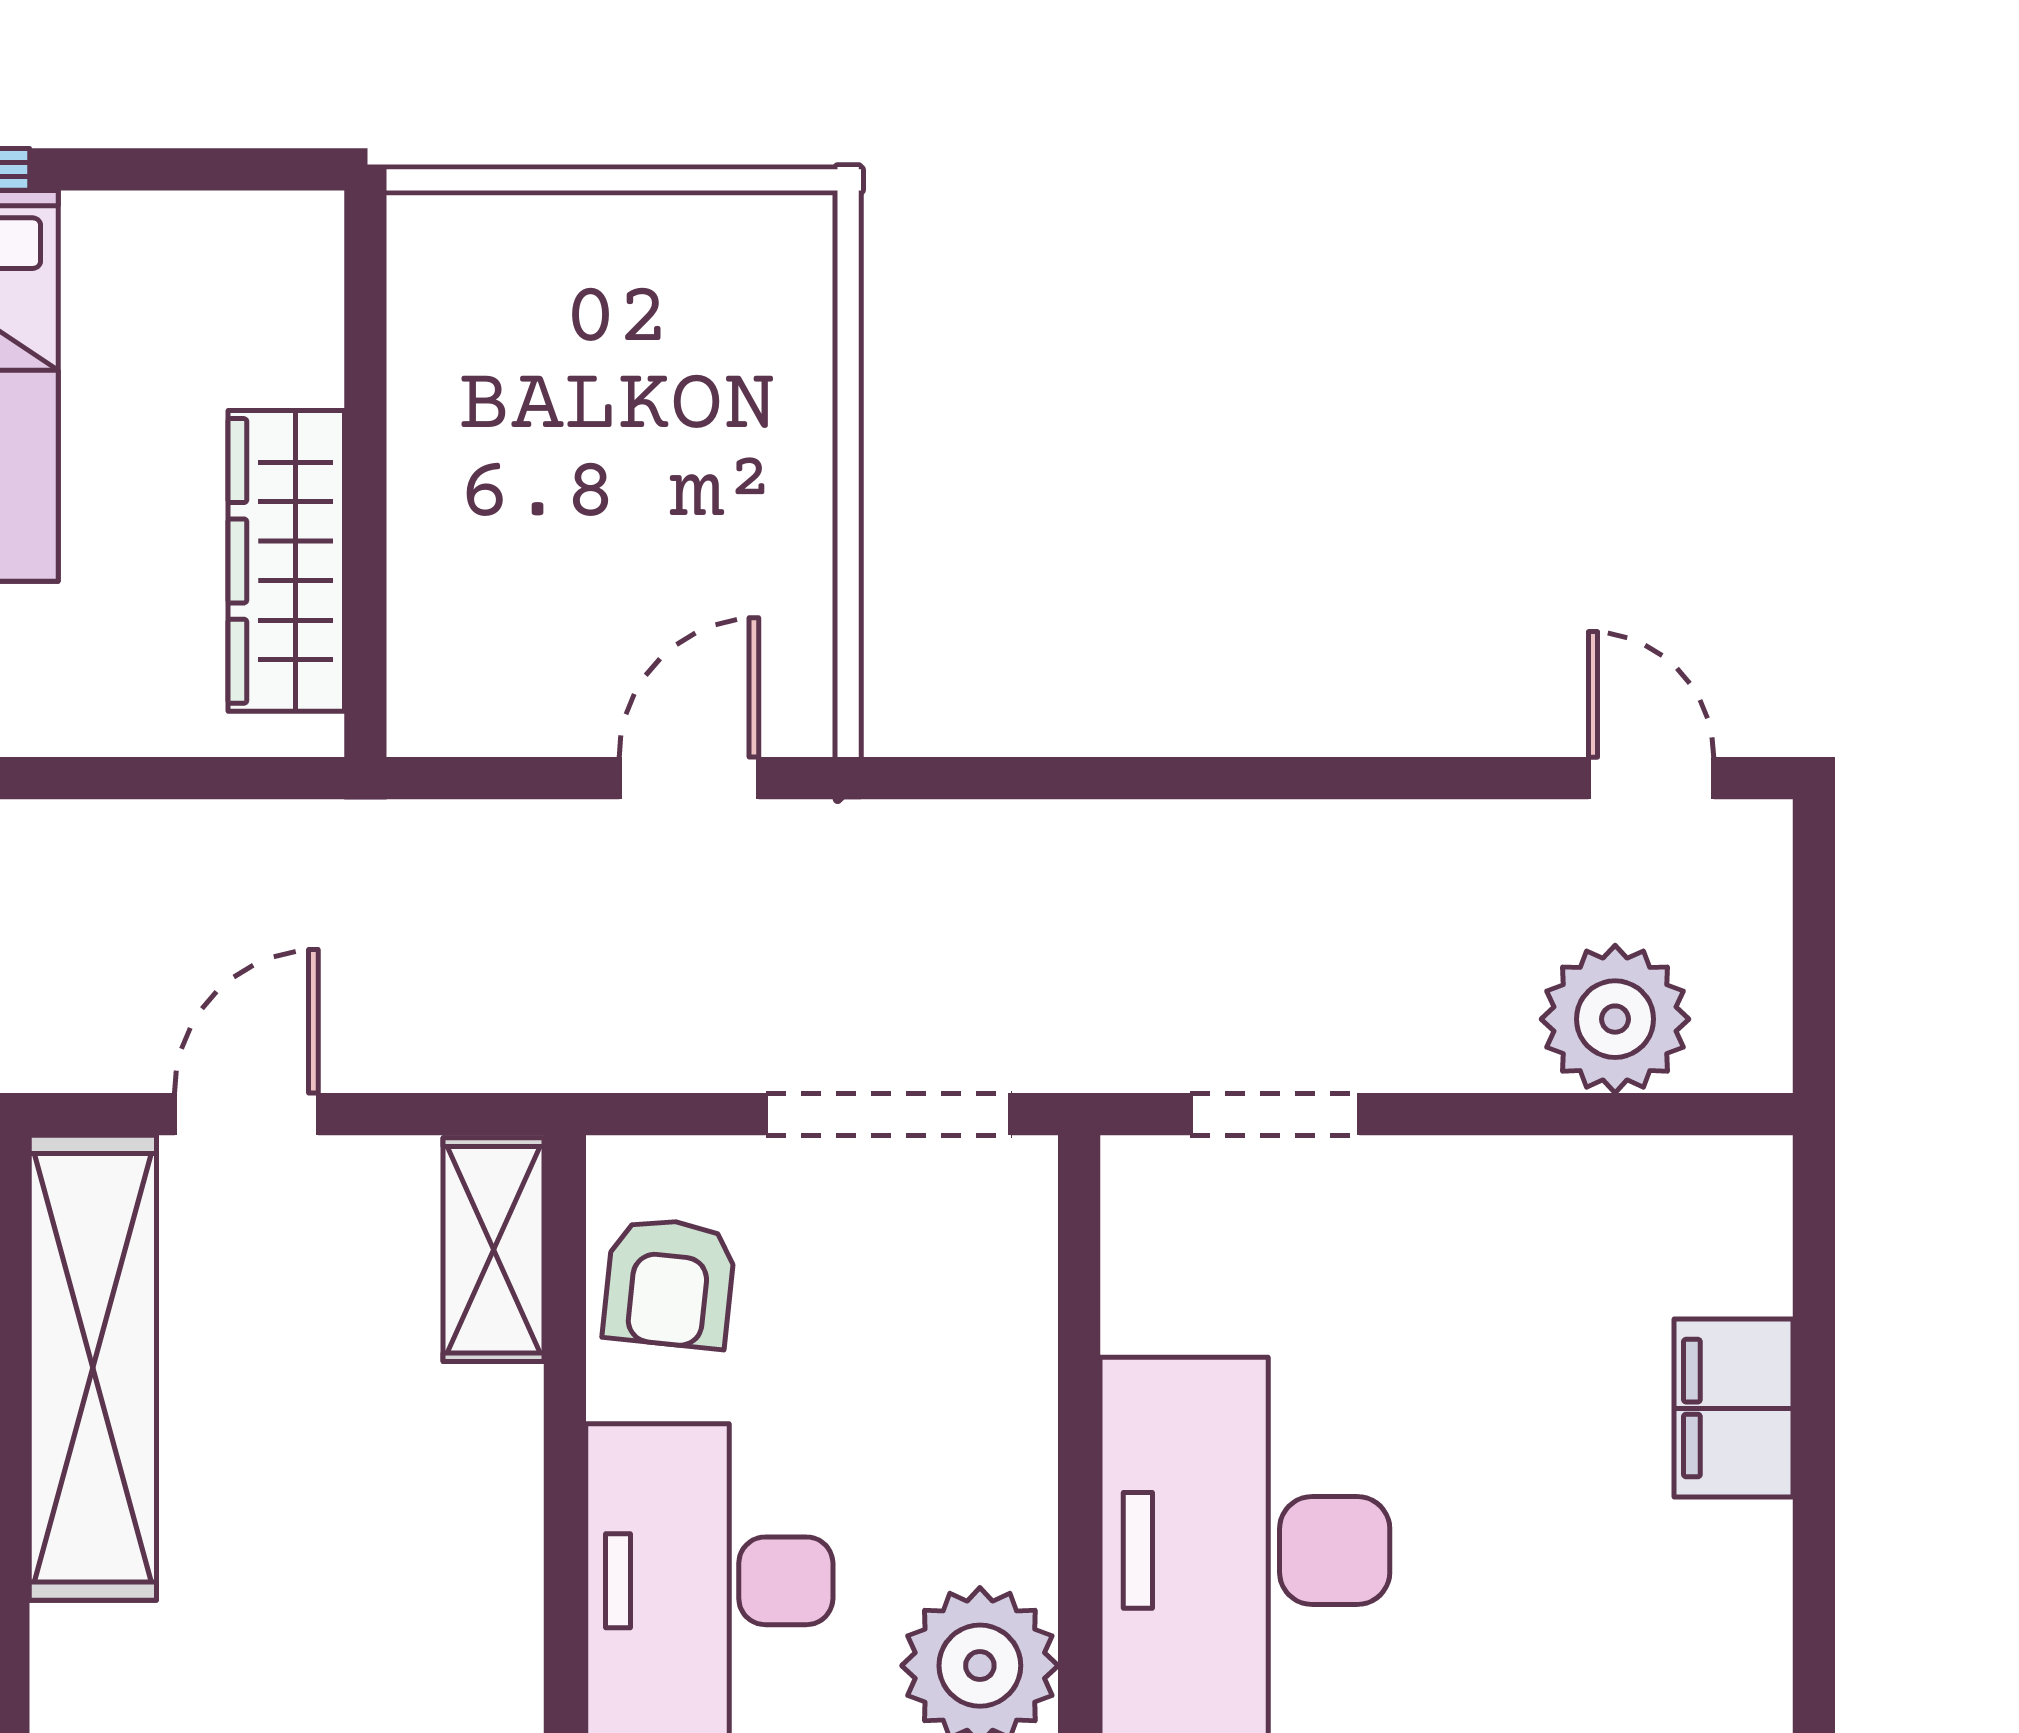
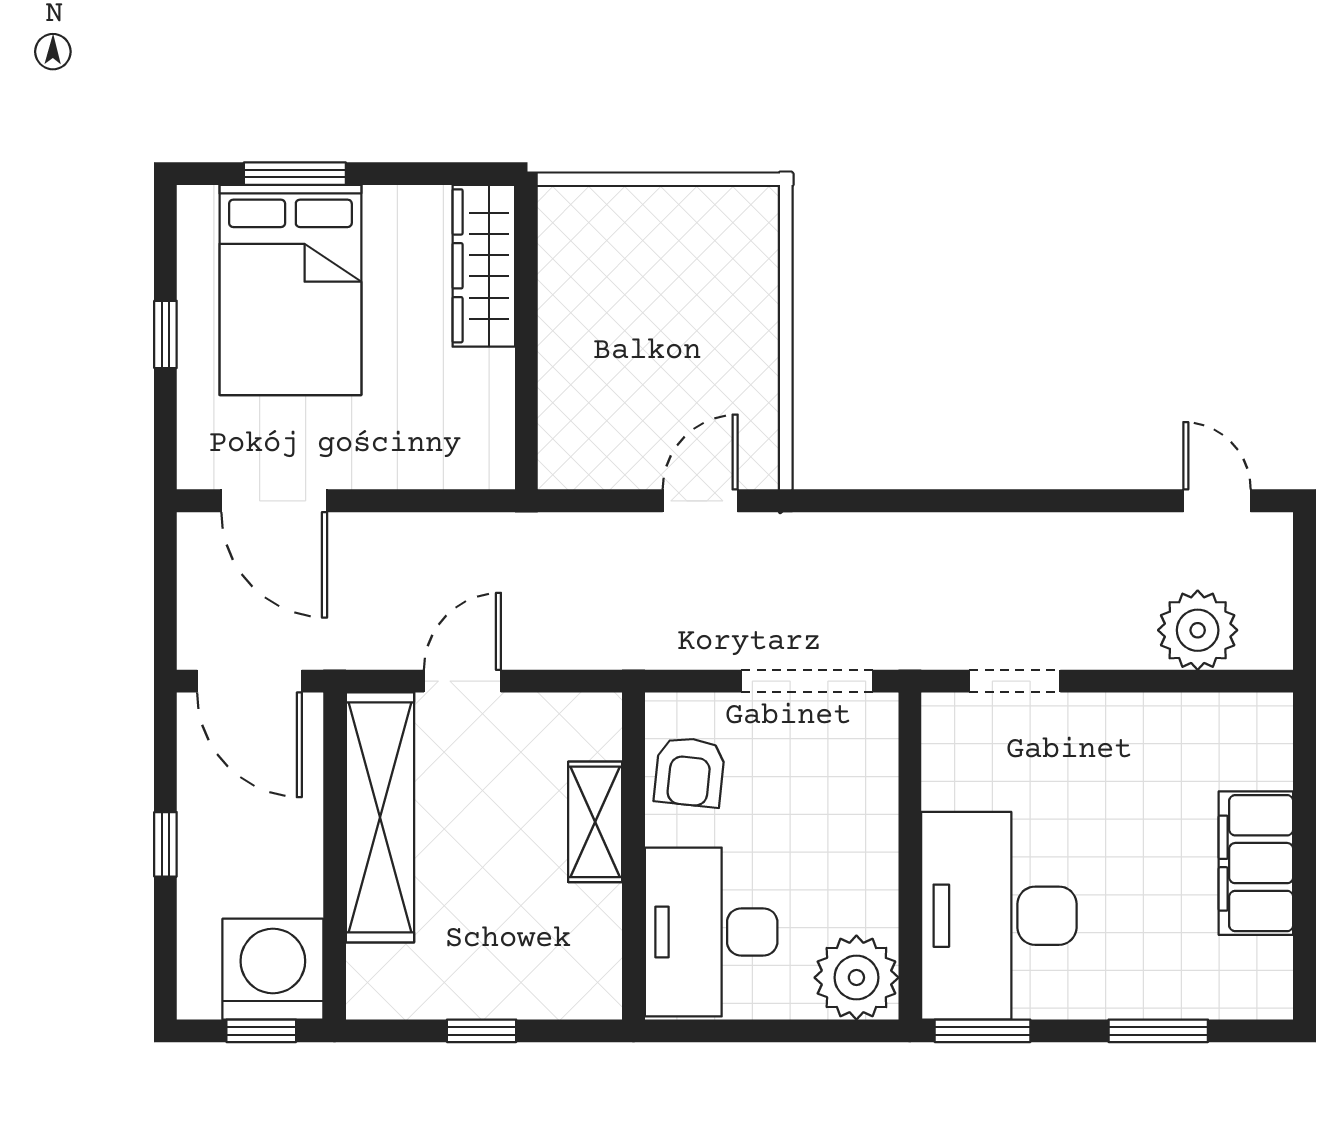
wardrobe: (286, 561) -> (484, 266), moved
shelving: (493, 1250) -> (595, 822), moved
filing cabinet: (1734, 1408) -> (1256, 863), width x1.50, depth x1.17

